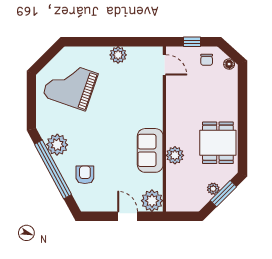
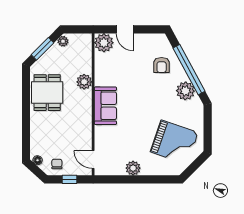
sofa: (150, 150) -> (105, 106), moved
plant: (213, 189) -> (63, 41), moved

